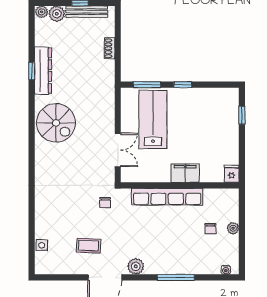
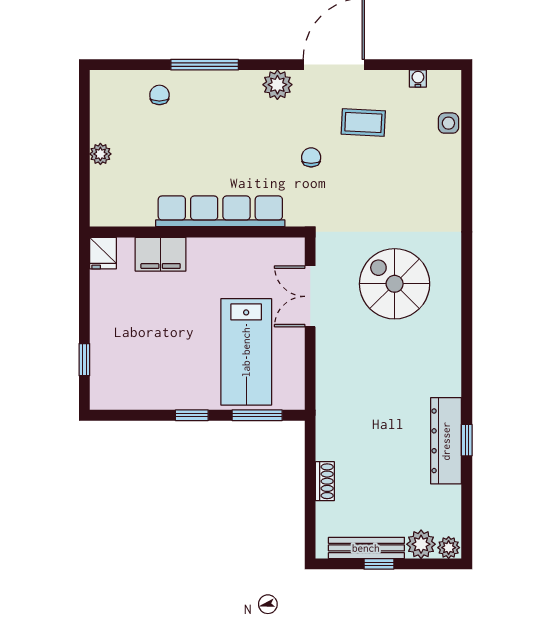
spiral stairs: (56, 123) -> (395, 284), moved
filing cabinet: (185, 173) -> (161, 254), moved
chair: (105, 203) -> (311, 157), moved
chair: (211, 229) -> (159, 95), moved
water cooler: (226, 270) -> (418, 78), moved

